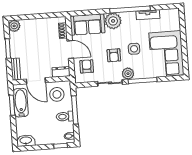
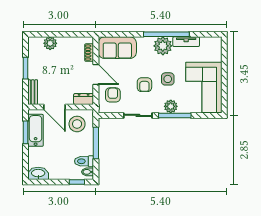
plant: (113, 21) -> (163, 46), moved
plant: (14, 26) -> (50, 43), moved
plant: (128, 74) -> (171, 106), moved
toilet: (65, 116) -> (84, 161), moved

